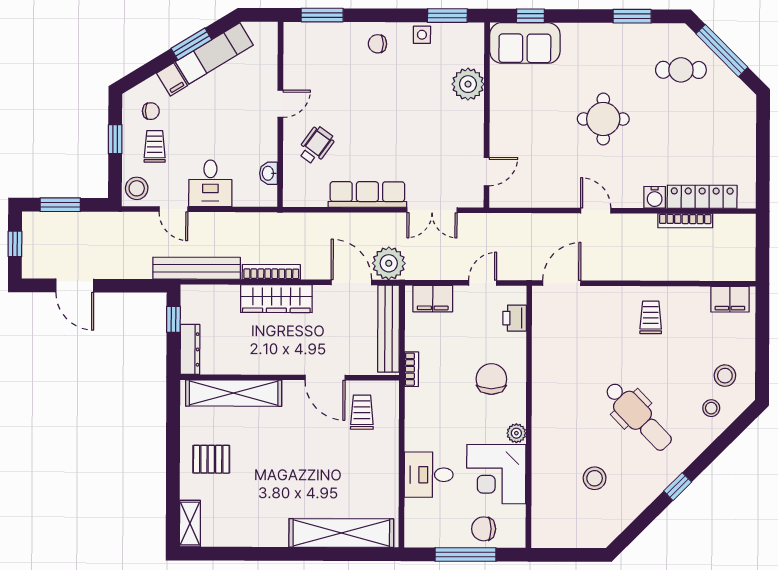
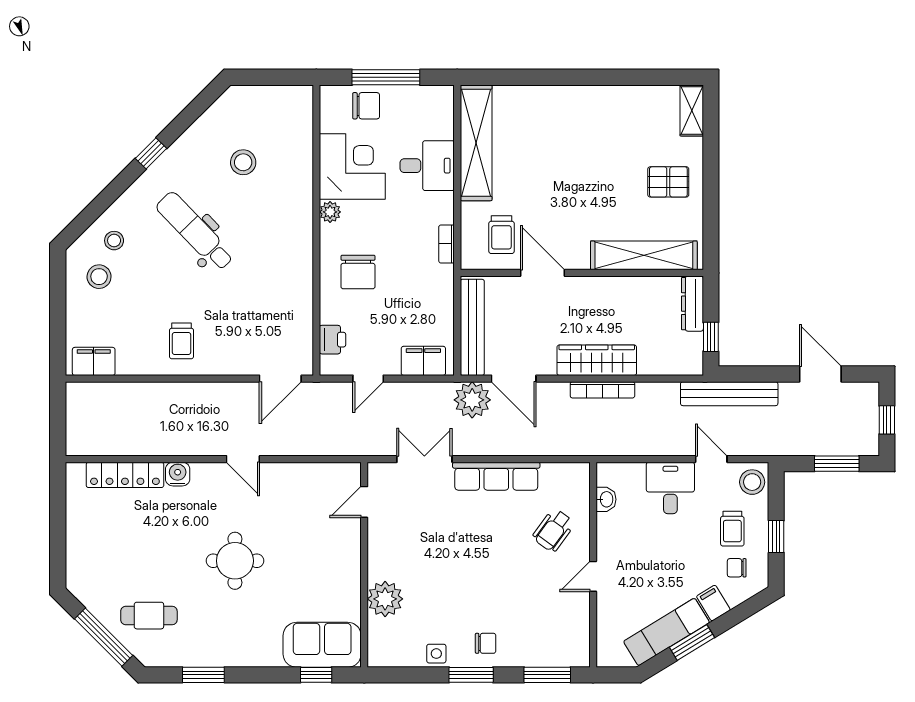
window: (447, 16) -> (471, 675), moved
bookcase: (685, 221) -> (144, 448), removed
bench: (197, 268) -> (729, 394), moved
bookcase: (412, 369) -> (447, 244), moved
shelving: (341, 533) -> (476, 143), moved, turned 90

